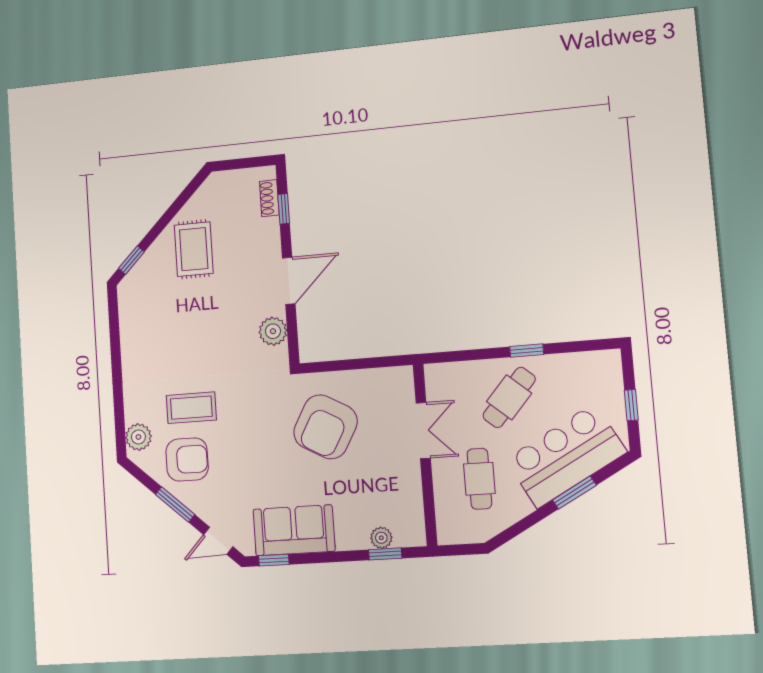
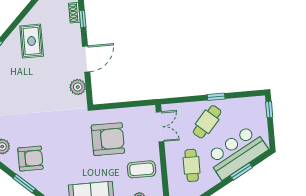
window: (631, 405) -> (269, 110), moved
coffee table: (191, 408) -> (142, 169), moved
armchair: (325, 427) -> (108, 139), turned -119
double door: (423, 431) -> (160, 127), moved

